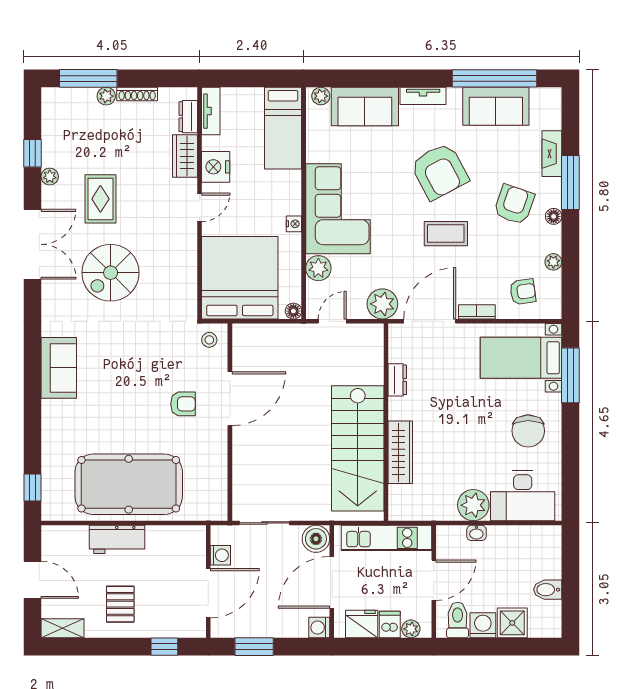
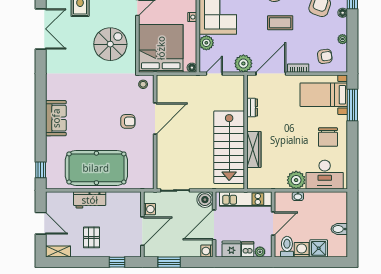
spiral stairs: (111, 273) -> (110, 44), moved, turned 180
sofa: (59, 368) -> (56, 118), moved

